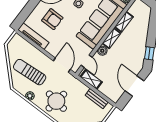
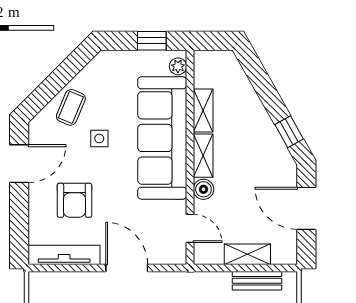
armchair: (52, 19) -> (74, 200), turned 90
door: (62, 65) -> (127, 268), moved
shelving: (91, 79) -> (247, 254), moved

